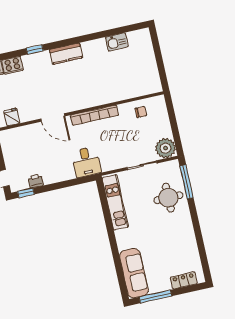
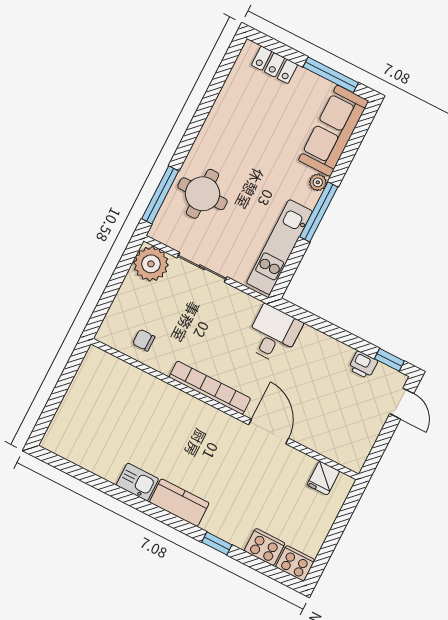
kitchen sink: (117, 42) -> (137, 482), moved
window: (111, 232) -> (319, 212), added
plant: (122, 245) -> (318, 182), added

